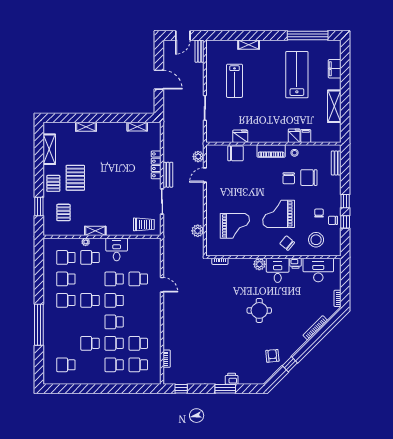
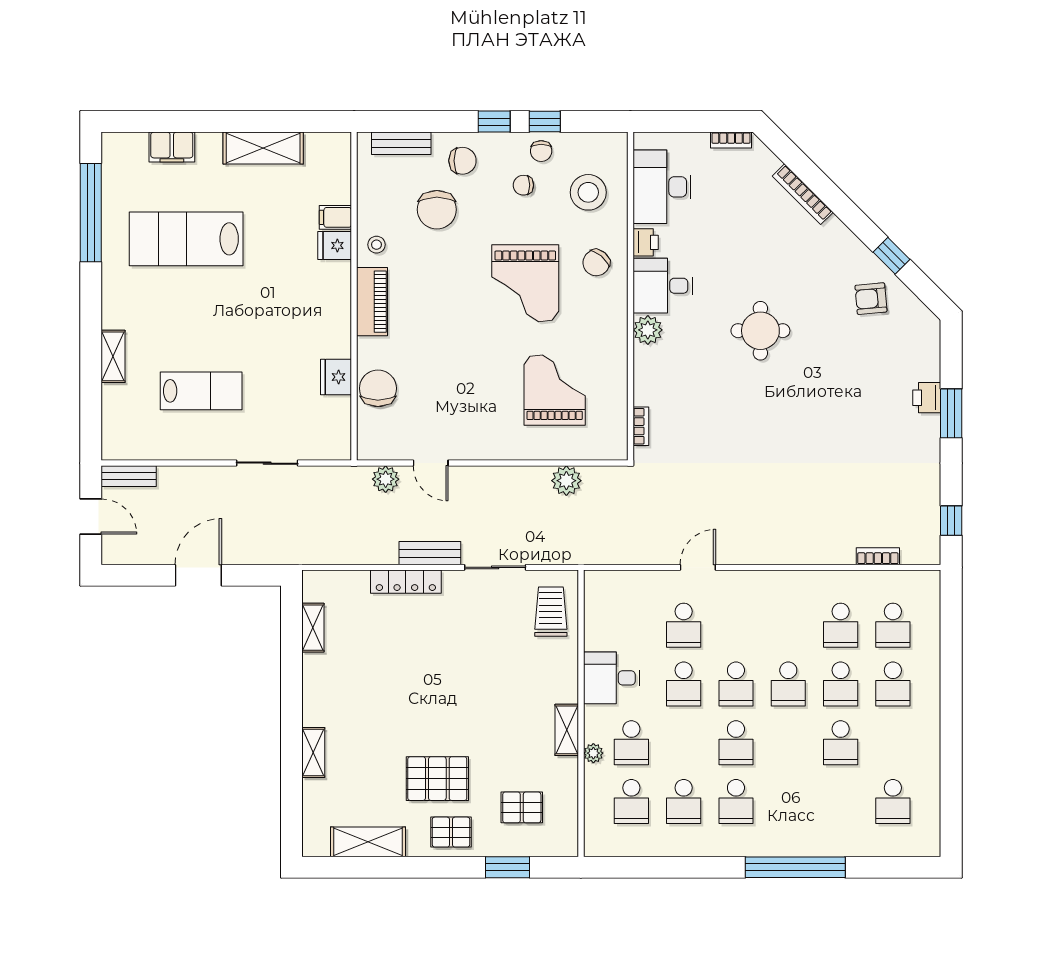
chair: (289, 178) -> (462, 161), moved

